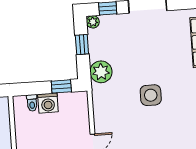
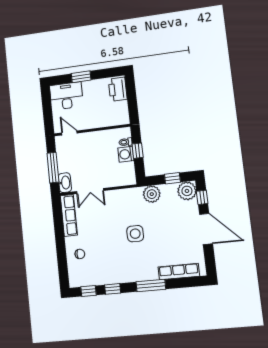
plant: (93, 22) -> (187, 191), width x1.88, depth x1.88
window: (61, 86) -> (138, 151), moved

